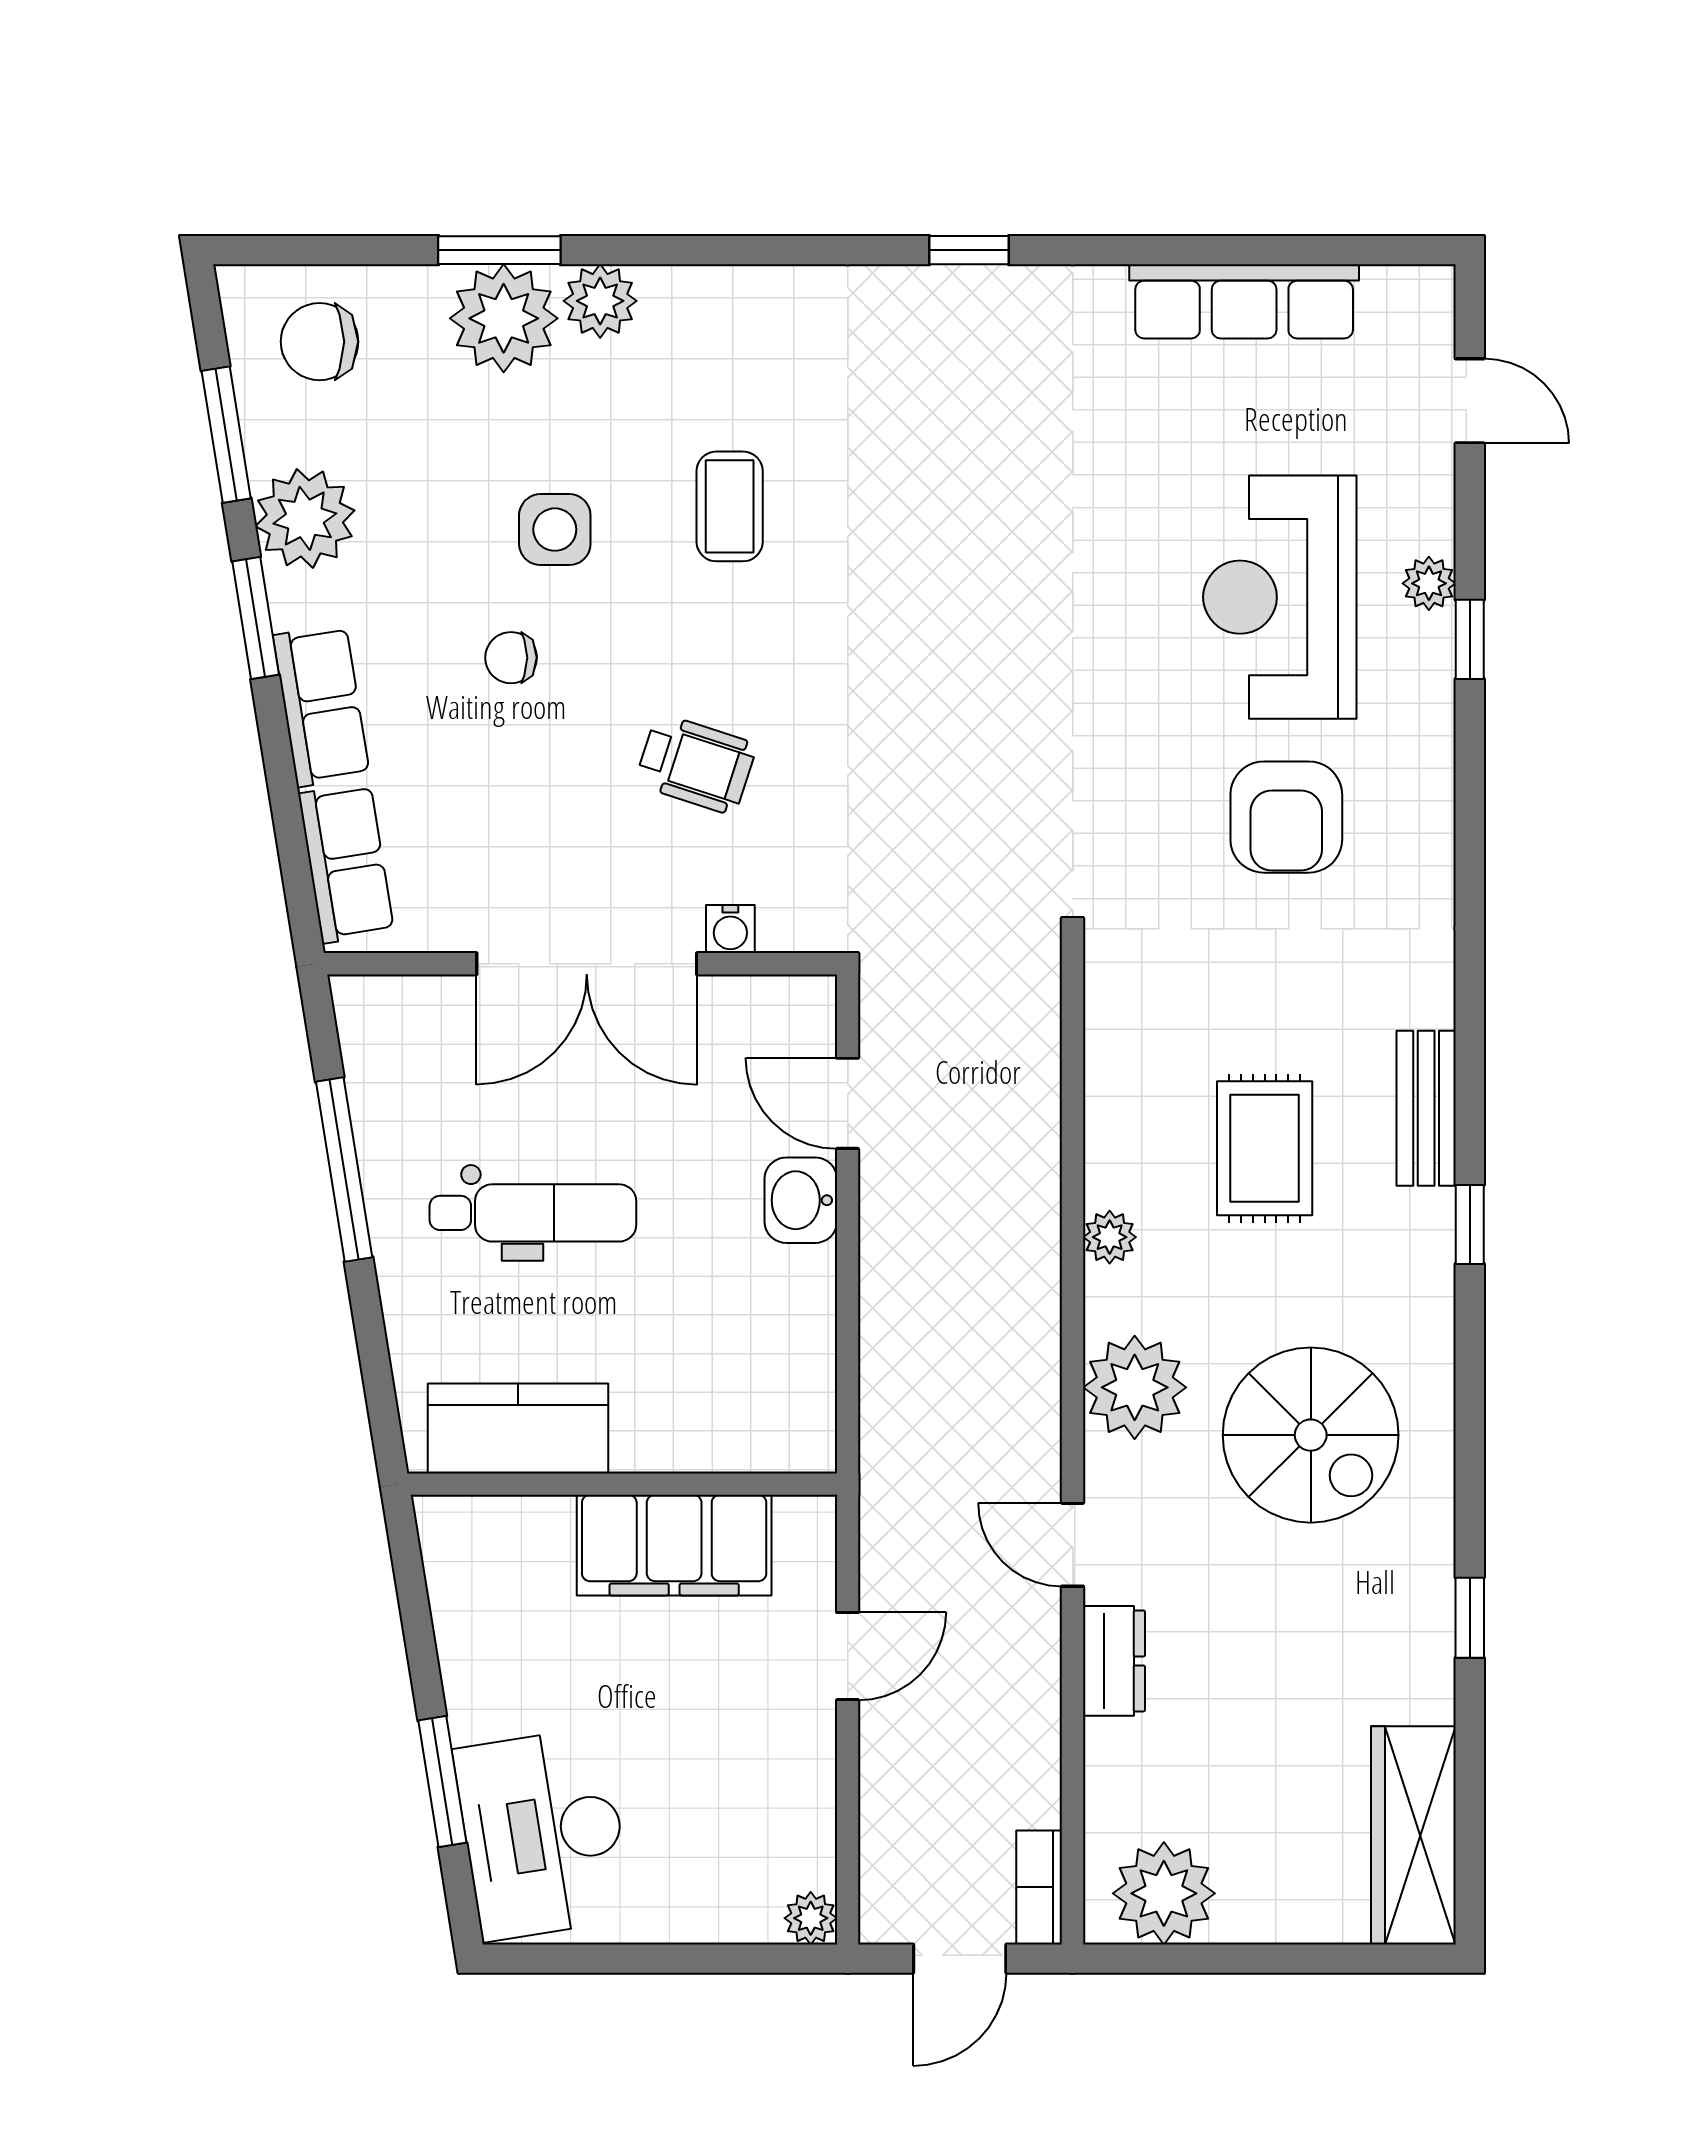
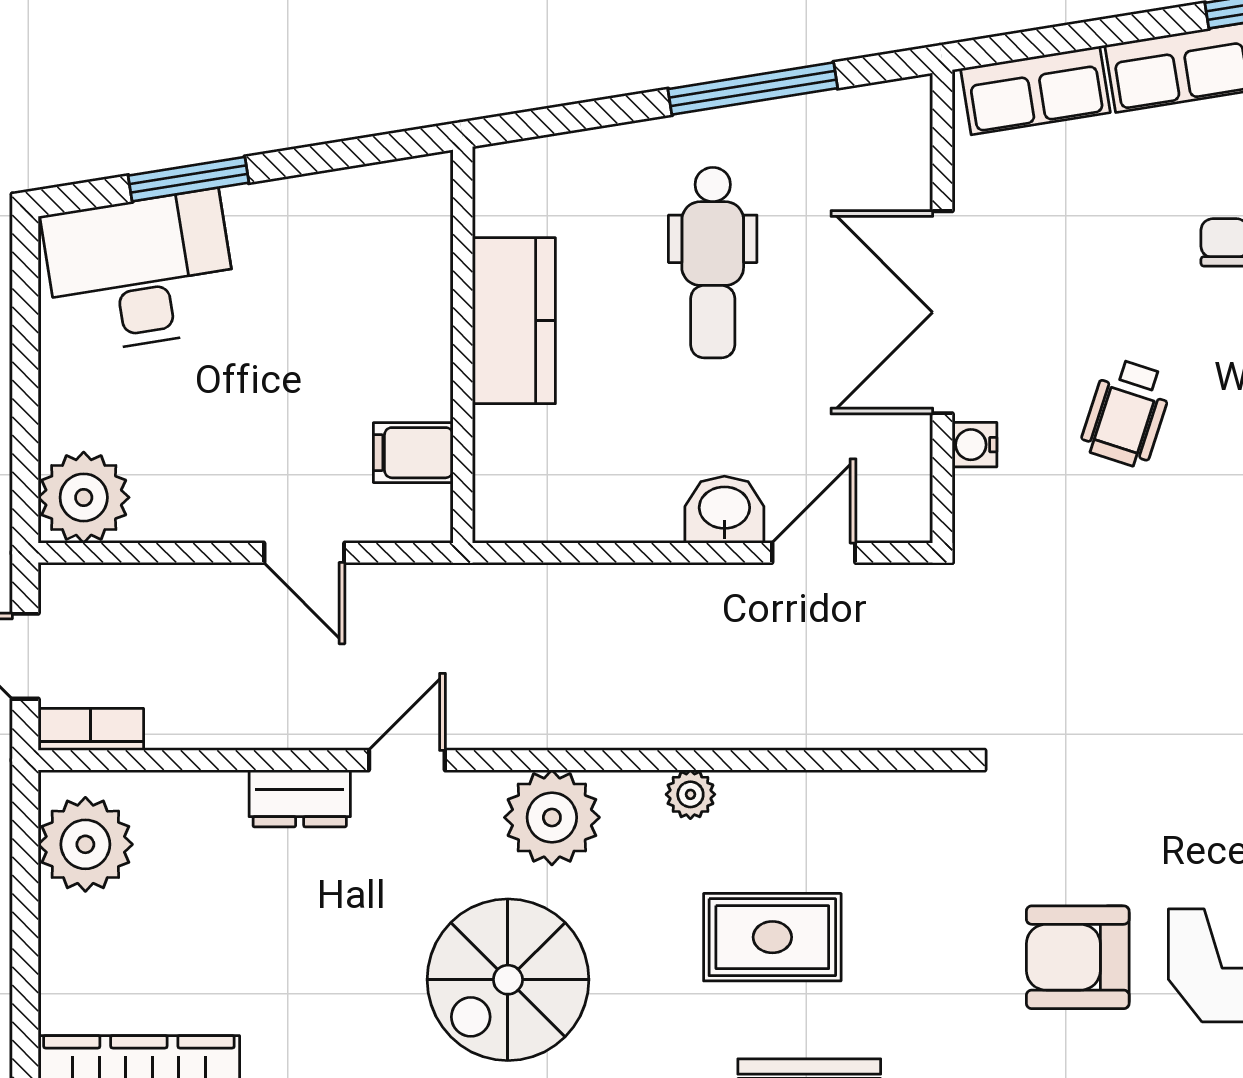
kitchen counter: (518, 1428) -> (514, 321), moved
filing cabinet: (674, 1545) -> (413, 453), width x0.33, depth x0.86
plant: (811, 1918) -> (84, 497), width x1.88, depth x1.88

